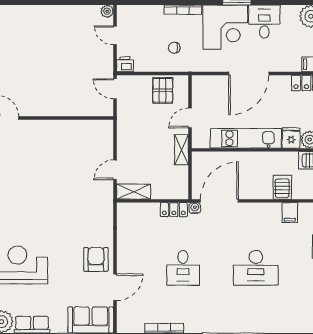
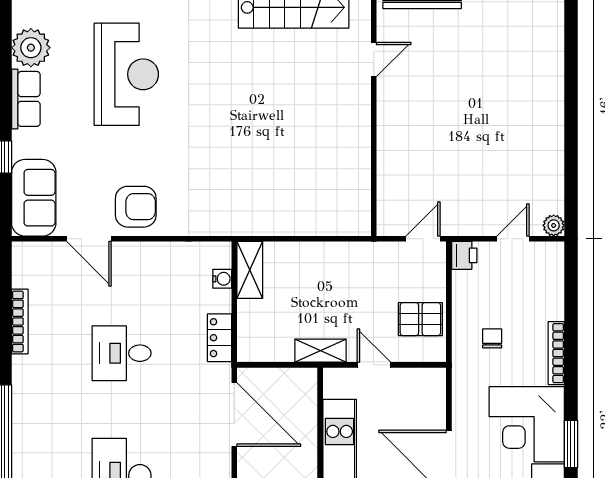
door: (115, 170) -> (287, 239), removed
water cooler: (195, 208) -> (222, 279), moved

